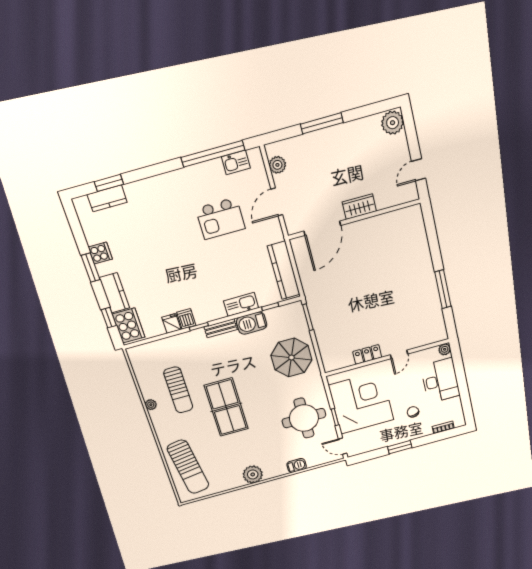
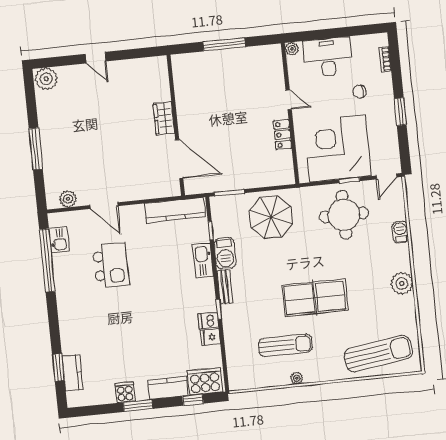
wardrobe: (359, 207) -> (164, 118), moved
wall: (354, 219) -> (176, 125), moved
door: (322, 228) -> (179, 159), moved

